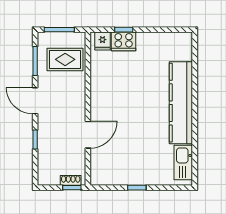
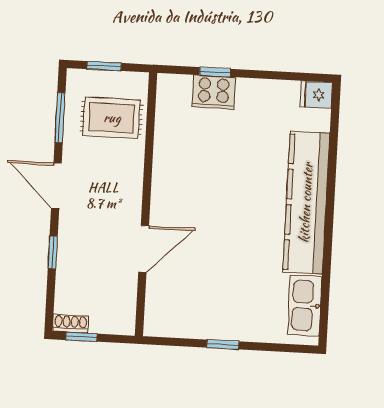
window: (59, 30) -> (104, 66), width x0.67
fridge: (102, 41) -> (316, 95), moved, turned 90
shoe rack: (71, 180) -> (71, 324), moved
window: (72, 188) -> (81, 337), moved

